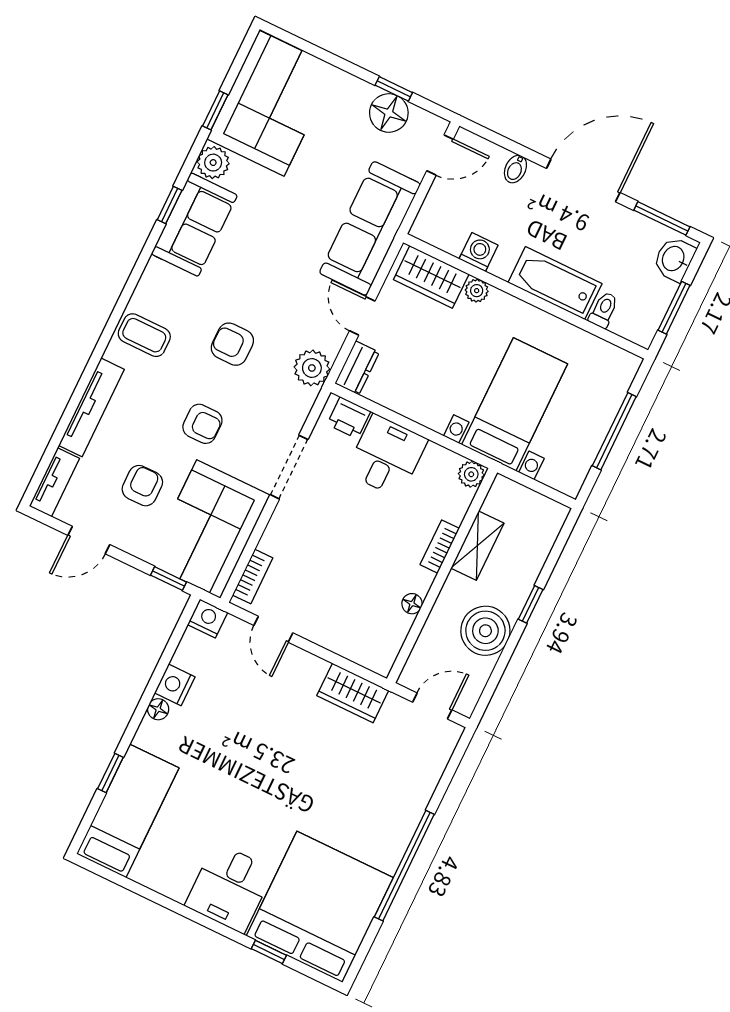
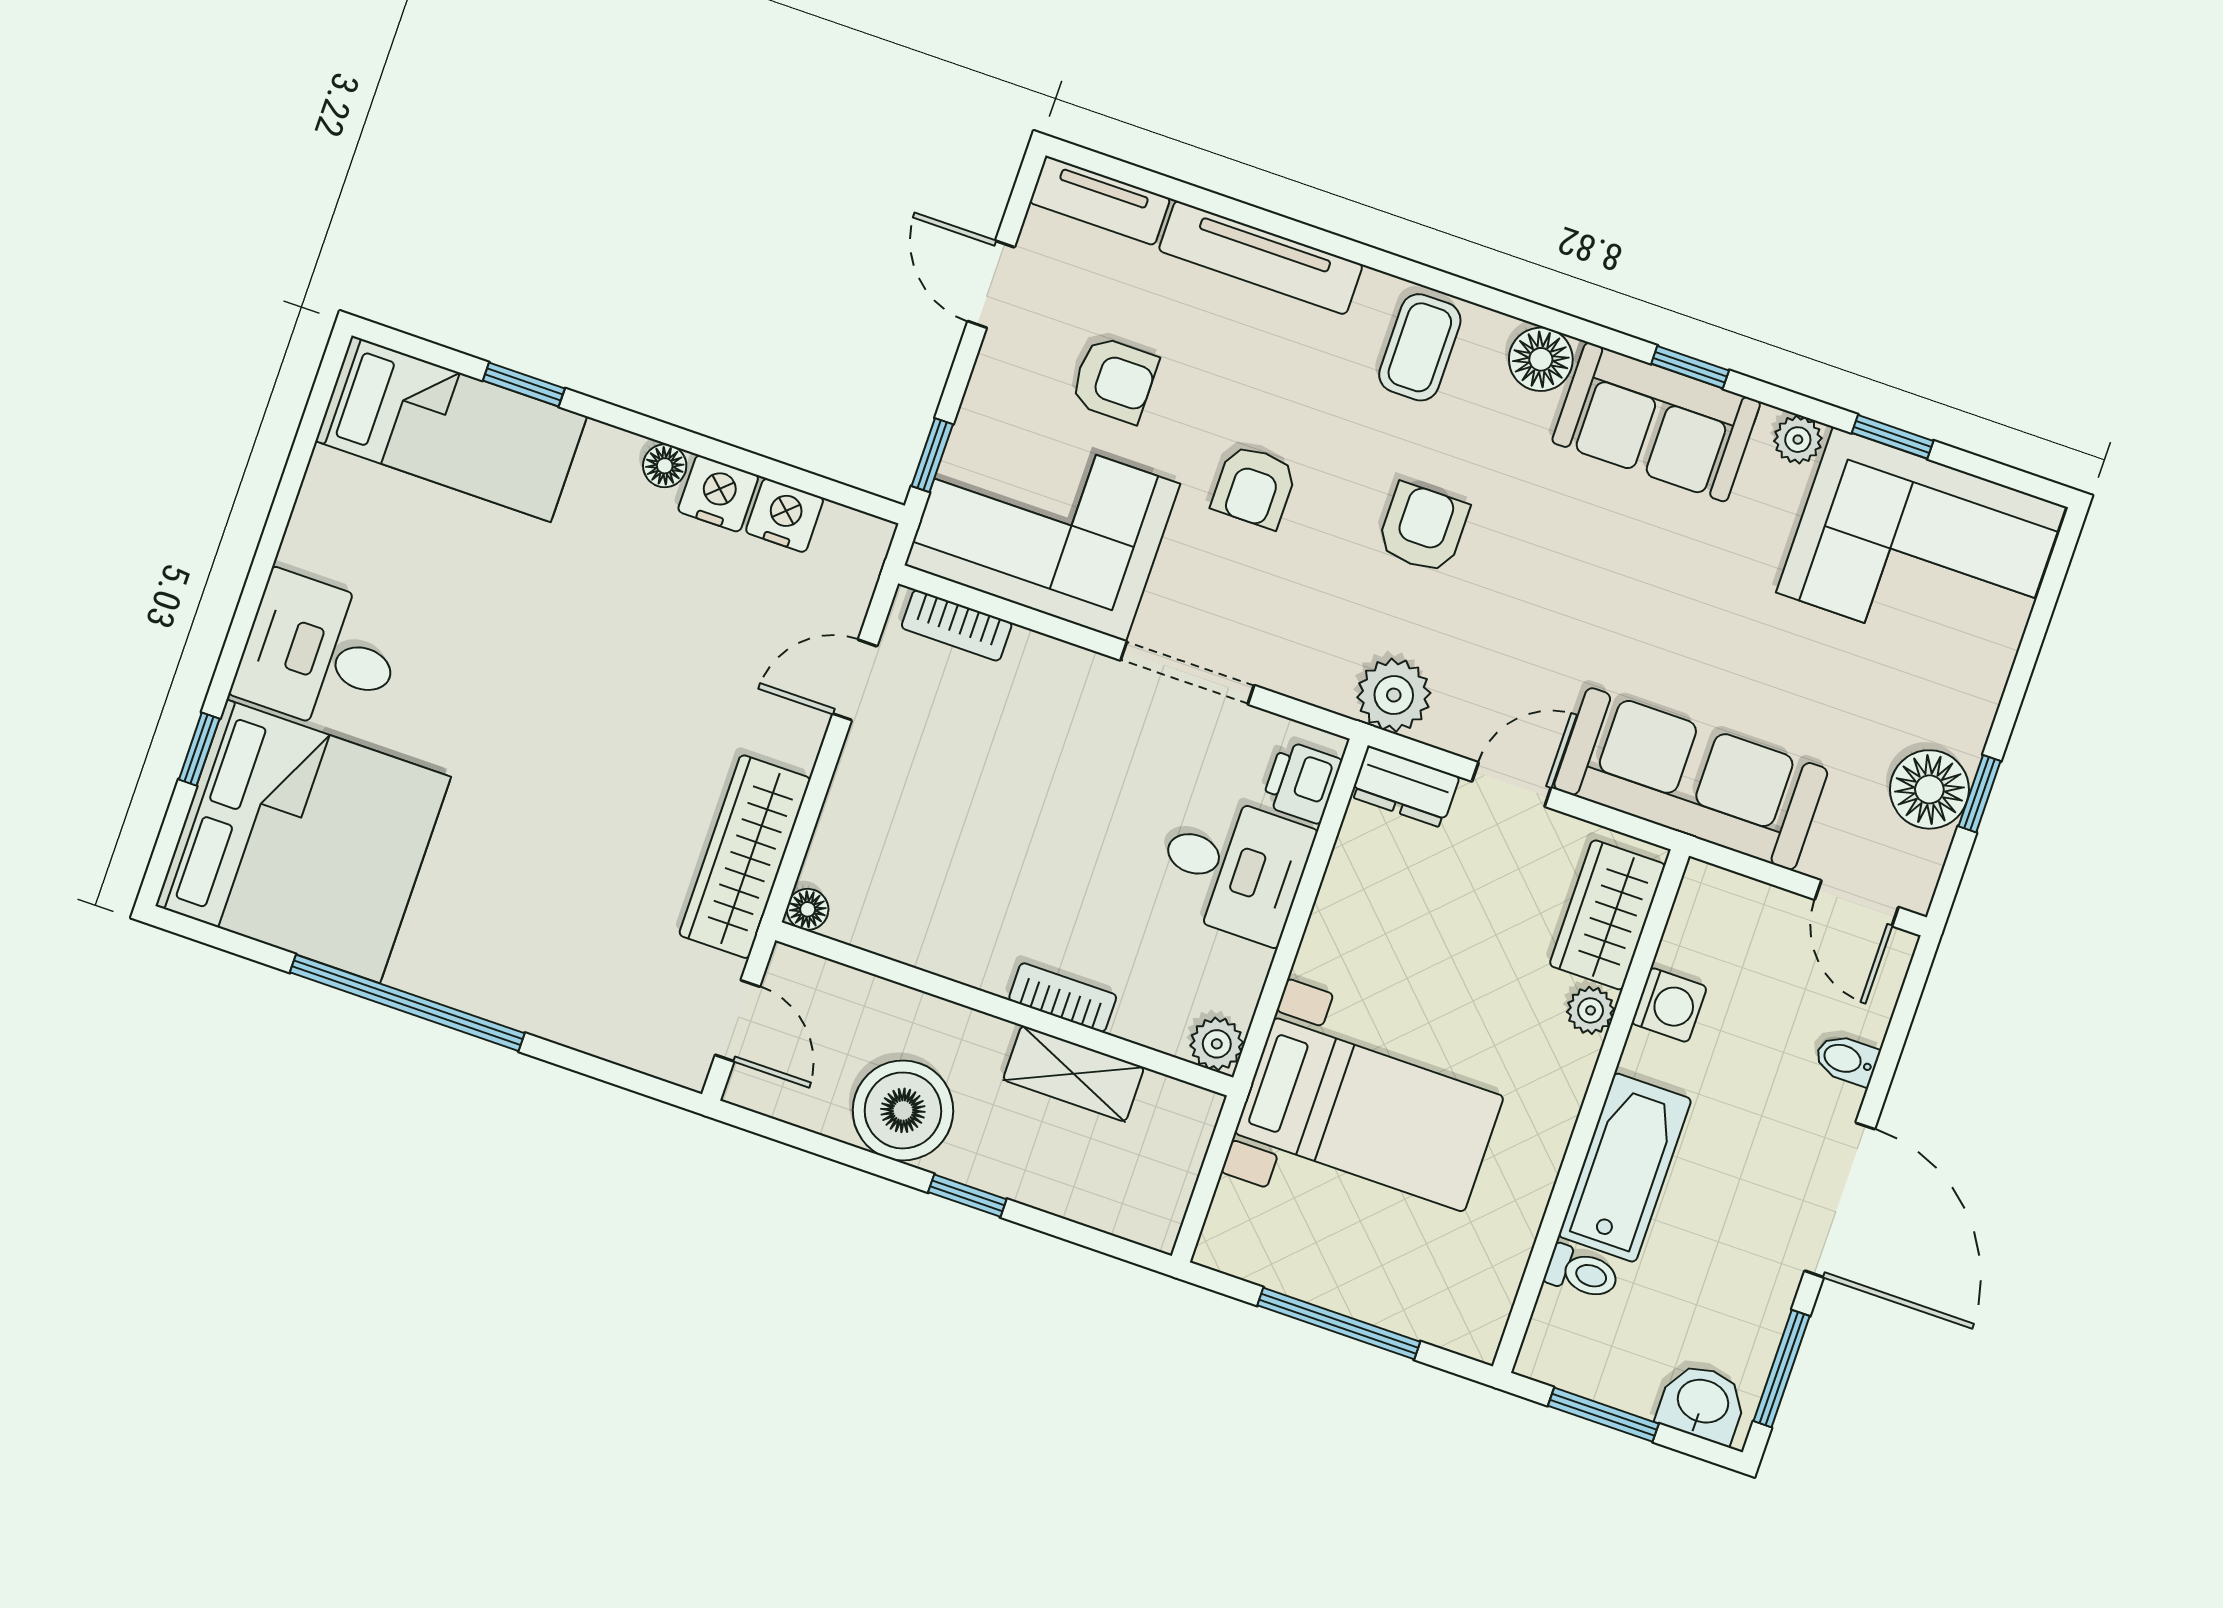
plant: (213, 163) -> (1798, 440), width x0.73, depth x0.73
floor lamp: (157, 277) -> (1541, 359), added
floor lamp: (412, 604) -> (808, 909), moved
nightstand: (208, 619) -> (785, 515), moved, turned -90
wardrobe: (353, 693) -> (745, 857), width x1.50

